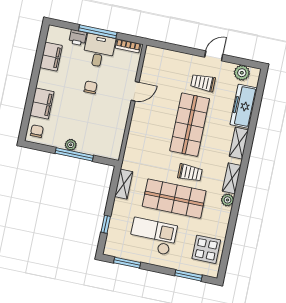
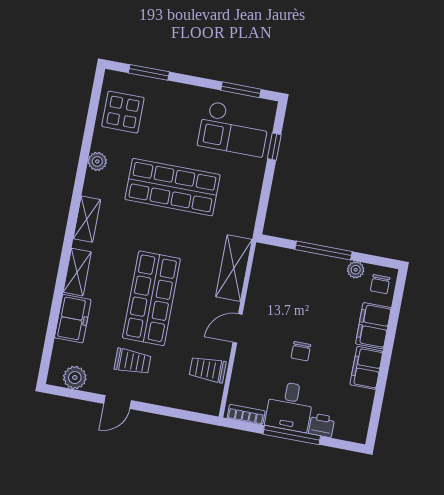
filing cabinet: (51, 57) -> (366, 368), moved
door: (135, 91) -> (238, 328), moved
freezer: (244, 106) -> (73, 319), width x0.71
plant: (71, 145) -> (356, 270), moved
trolley: (190, 173) -> (208, 369), moved
shelving: (124, 184) -> (234, 268), moved, width x1.50, depth x1.33
plant: (227, 200) -> (97, 161), moved
checkout: (153, 236) -> (234, 129), moved

